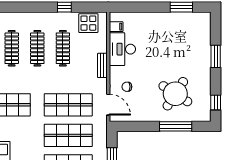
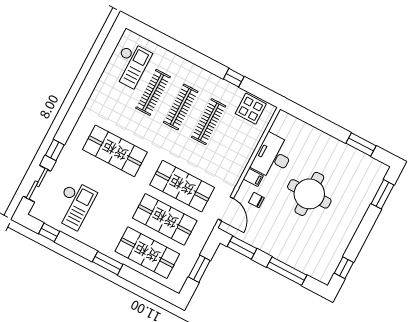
filing cabinet: (116, 27) -> (253, 177), moved
window: (216, 56) -> (382, 194), moved
bench: (102, 65) -> (242, 163), removed
round table: (175, 94) -> (309, 194), moved, turned -33
window: (135, 126) -> (242, 248), added

